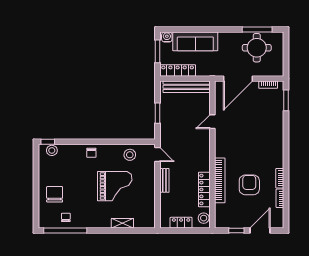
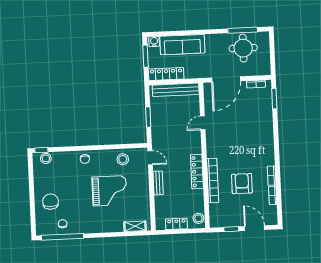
locker: (204, 189) -> (197, 172), moved
shelving: (122, 223) -> (135, 226), moved
door: (260, 231) -> (255, 228), hinge flipped

